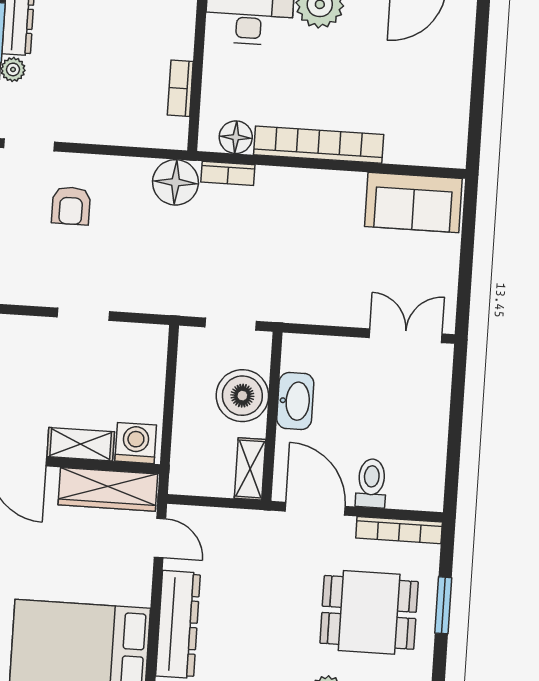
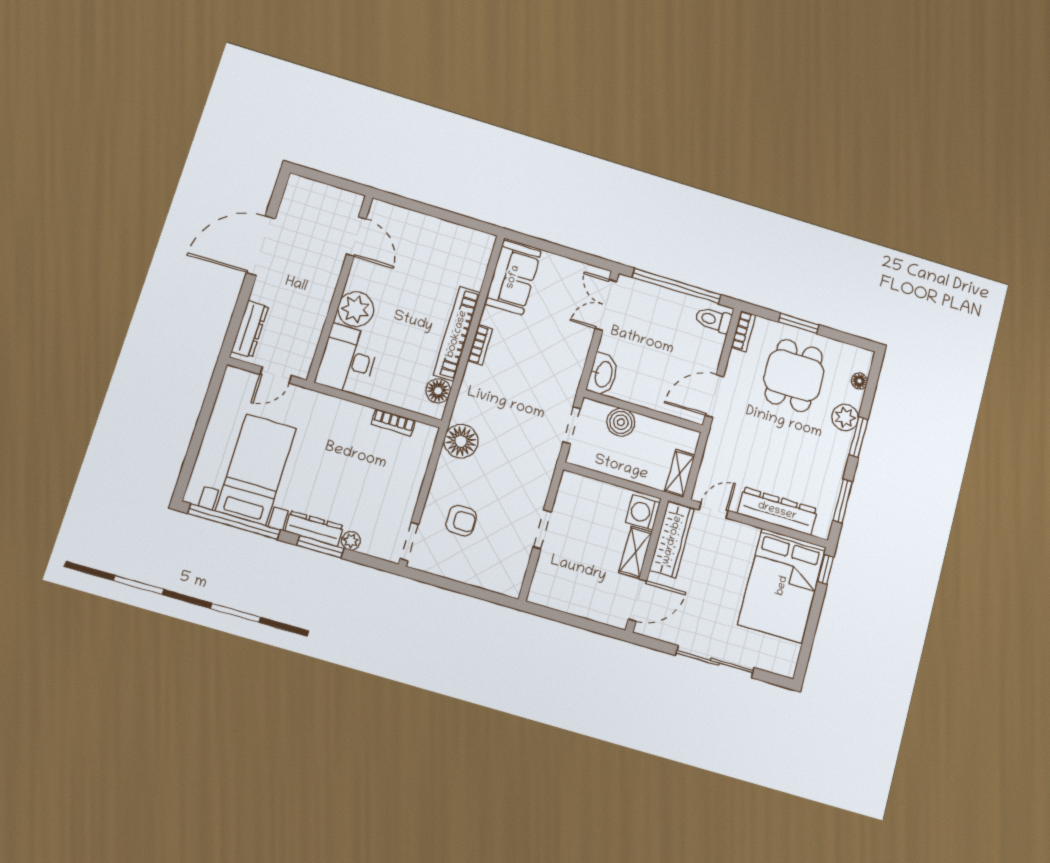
bookcase: (228, 173) -> (480, 345), moved
boiler: (242, 396) -> (621, 422), width x0.73, depth x0.73
washbasin: (295, 401) -> (603, 374), moved, turned 90
window: (455, 427) -> (677, 286), added
shelving: (250, 469) -> (680, 473), moved, turned 90
toilet: (371, 483) -> (713, 320), moved
bookcase: (399, 530) -> (743, 331), width x0.64

